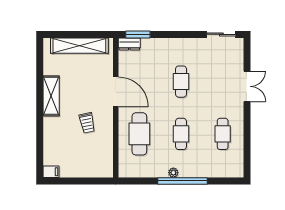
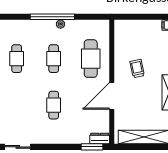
door: (116, 92) -> (112, 96), hinge flipped

